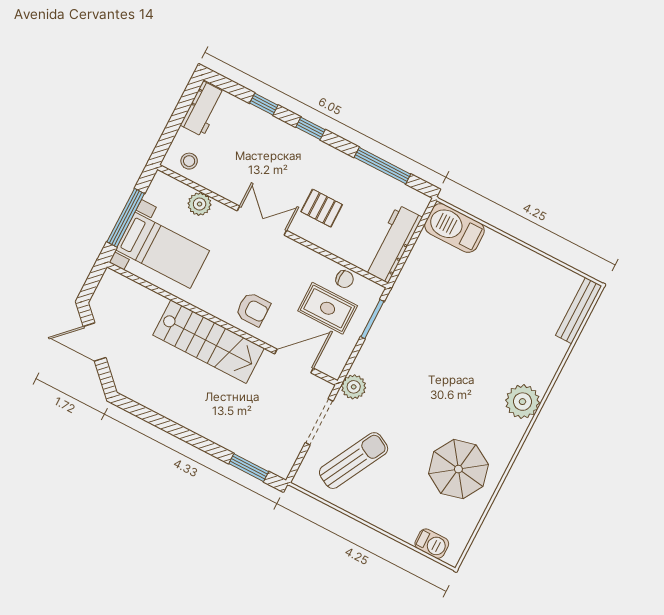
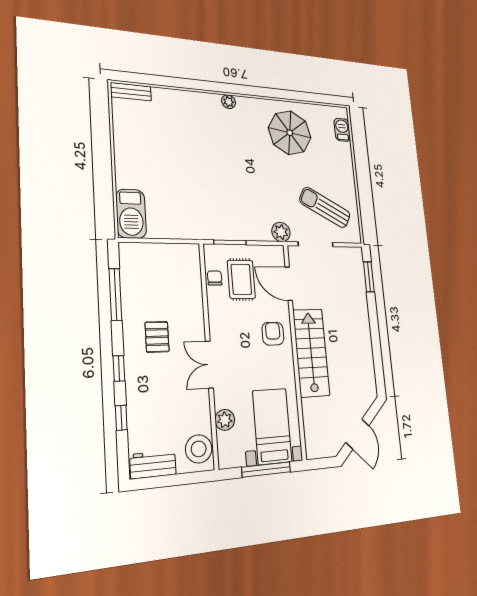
stool: (189, 161) -> (199, 449), width x1.89, depth x1.89
pallet: (322, 208) -> (157, 337), moved
workbench: (393, 244) -> (169, 255), removed
bench: (579, 311) -> (131, 92), width x0.73
plant: (522, 402) -> (229, 102), width x0.53, depth x0.53

